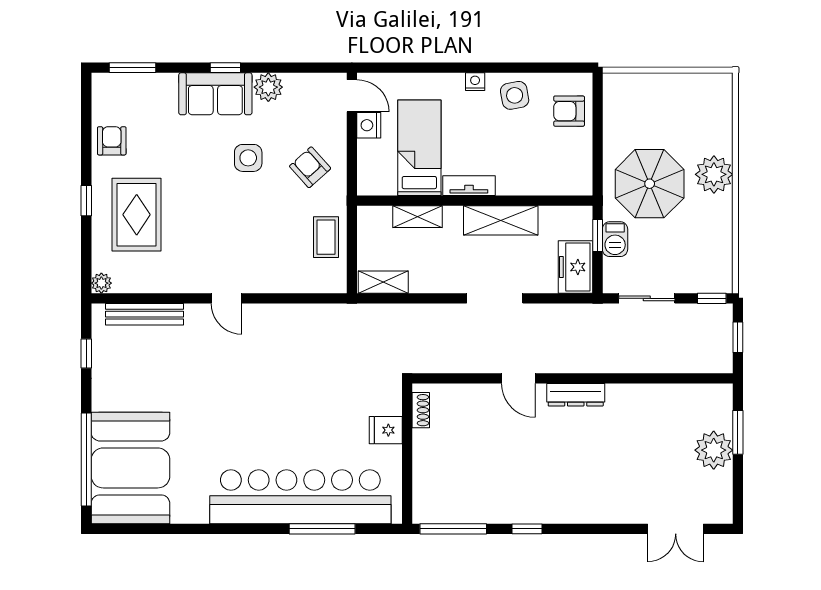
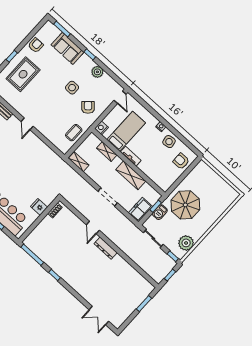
sofa: (215, 94) -> (68, 48), moved
nightstand: (369, 125) -> (101, 128), moved
plant: (714, 174) -> (186, 243), moved
plant: (714, 450) -> (132, 302), removed

